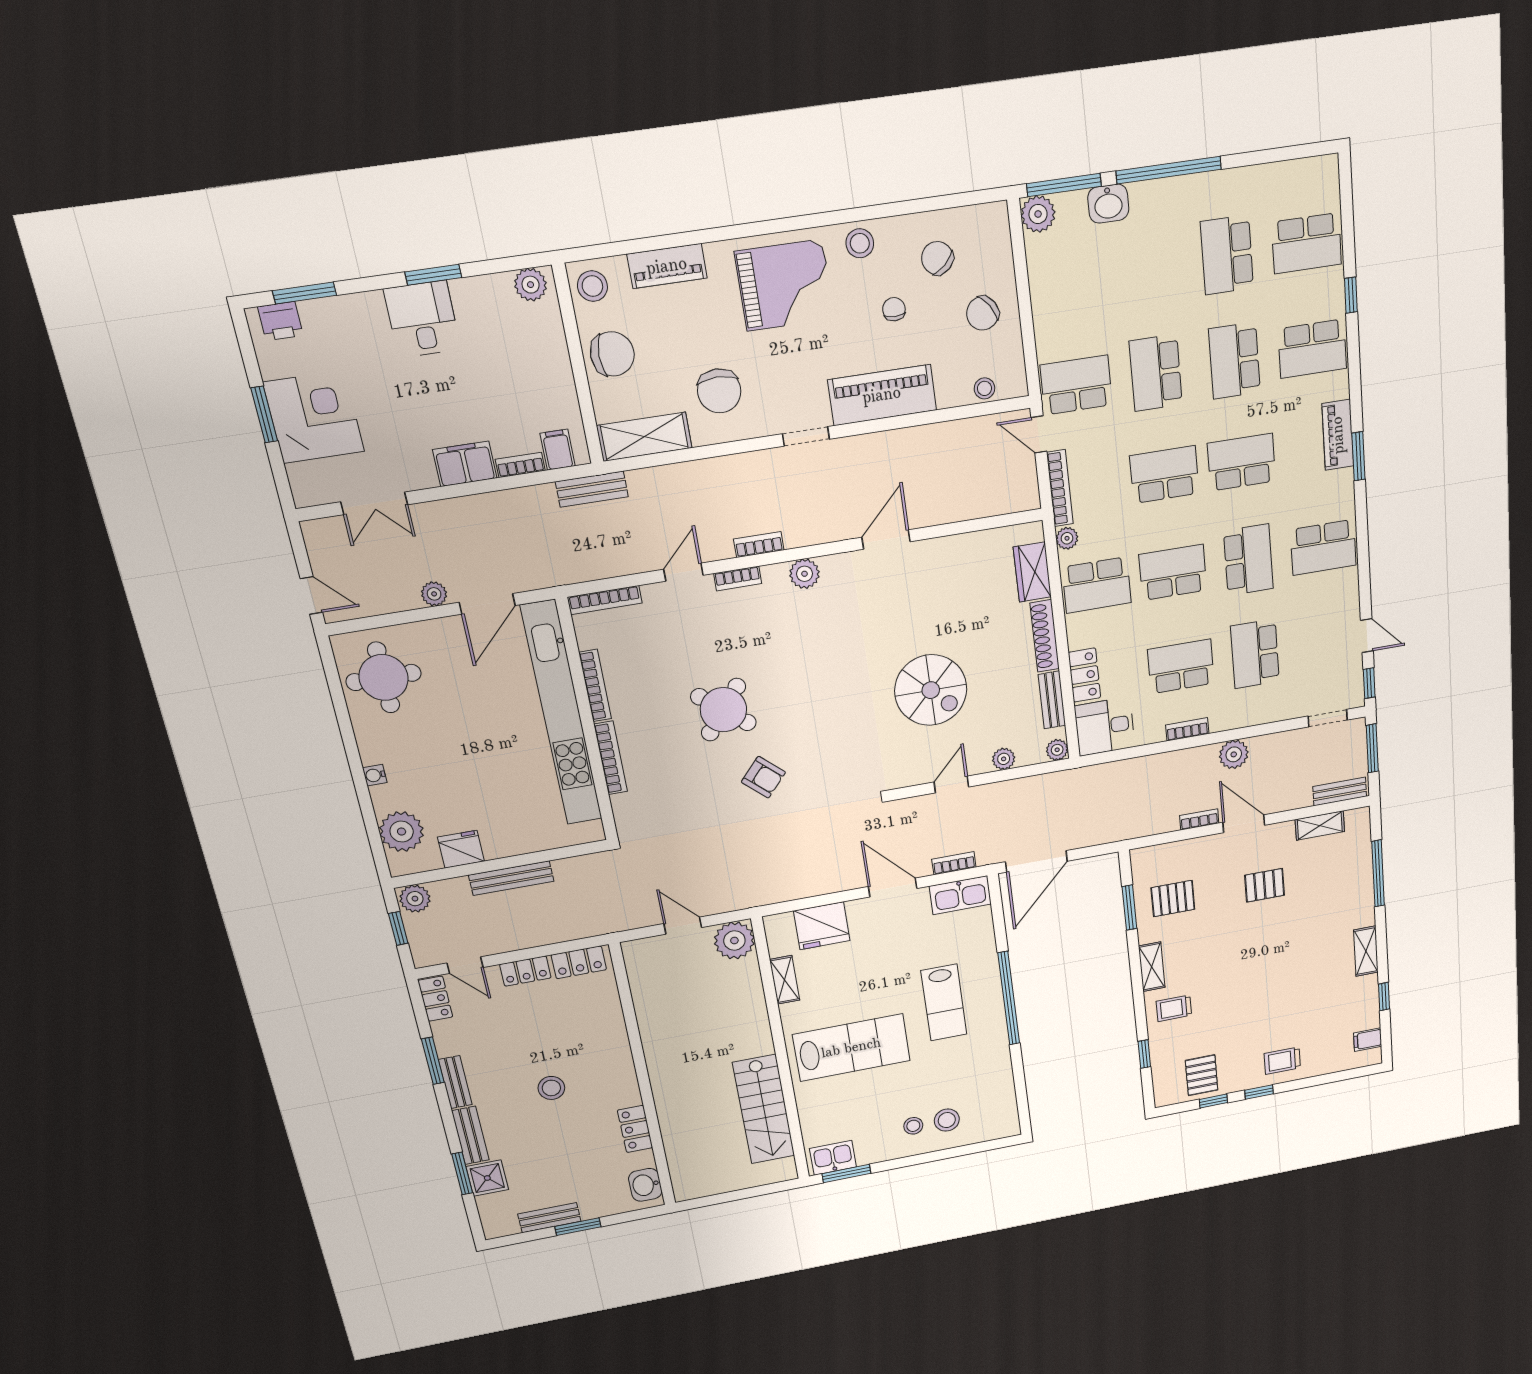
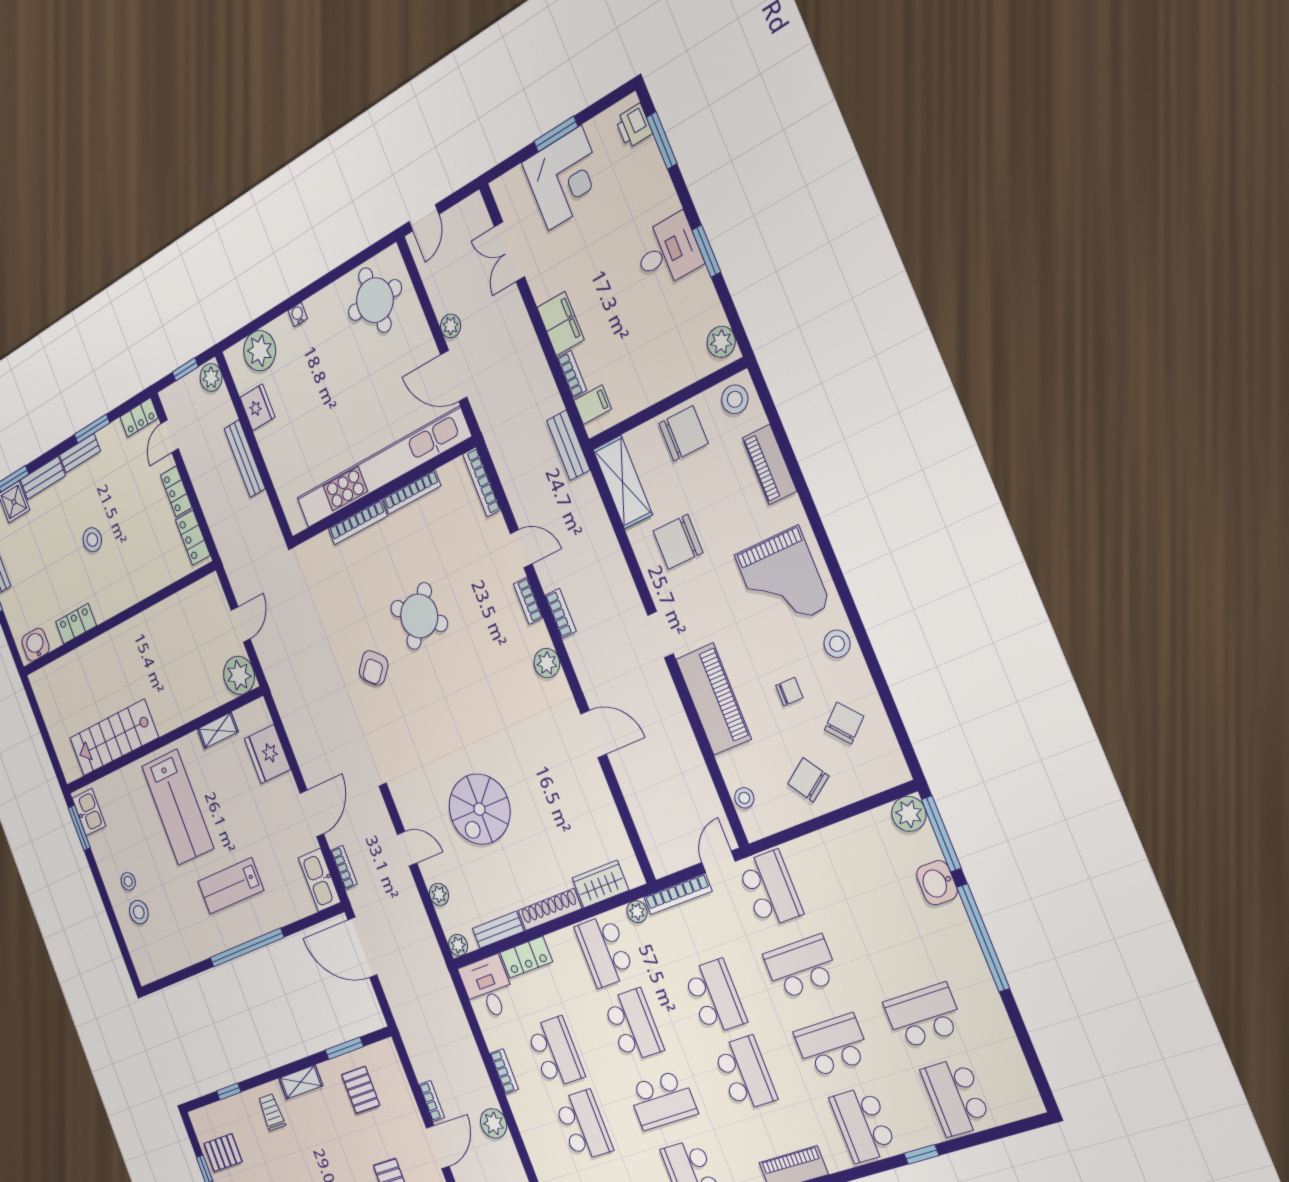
chair: (612, 354) -> (683, 433), turned -90
school desk: (1255, 654) -> (583, 1125), turned 90

